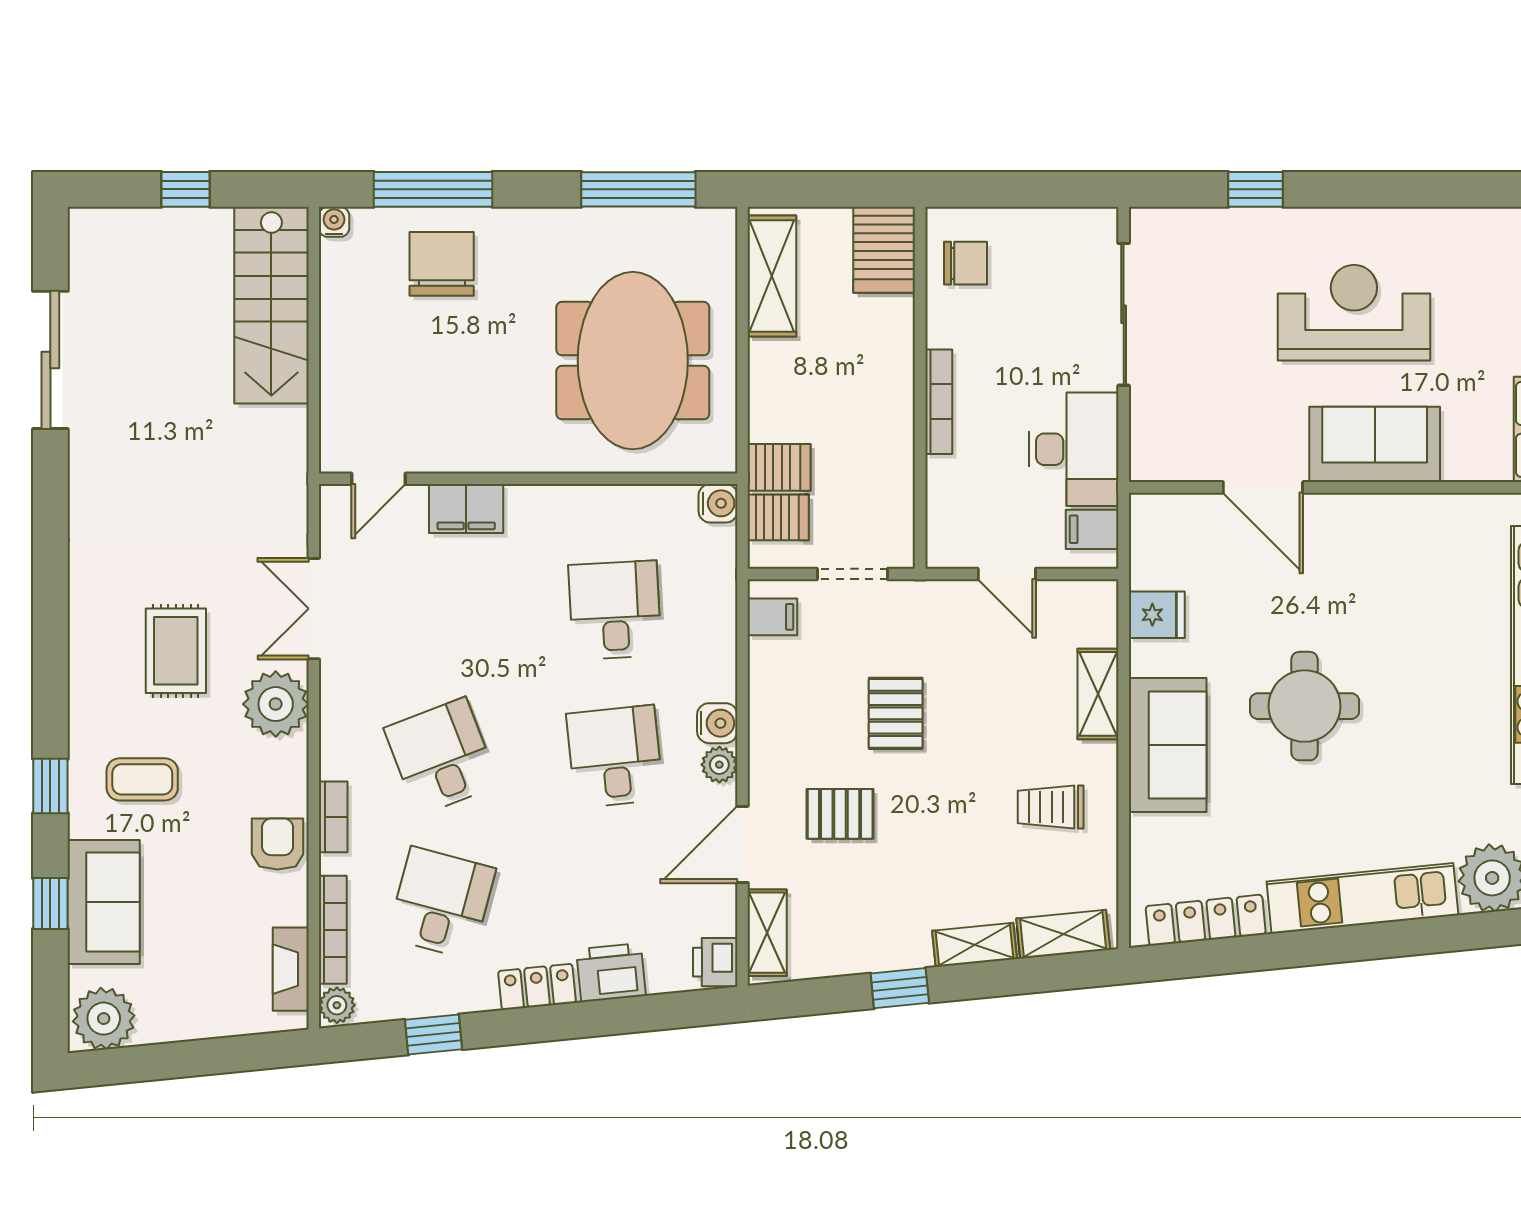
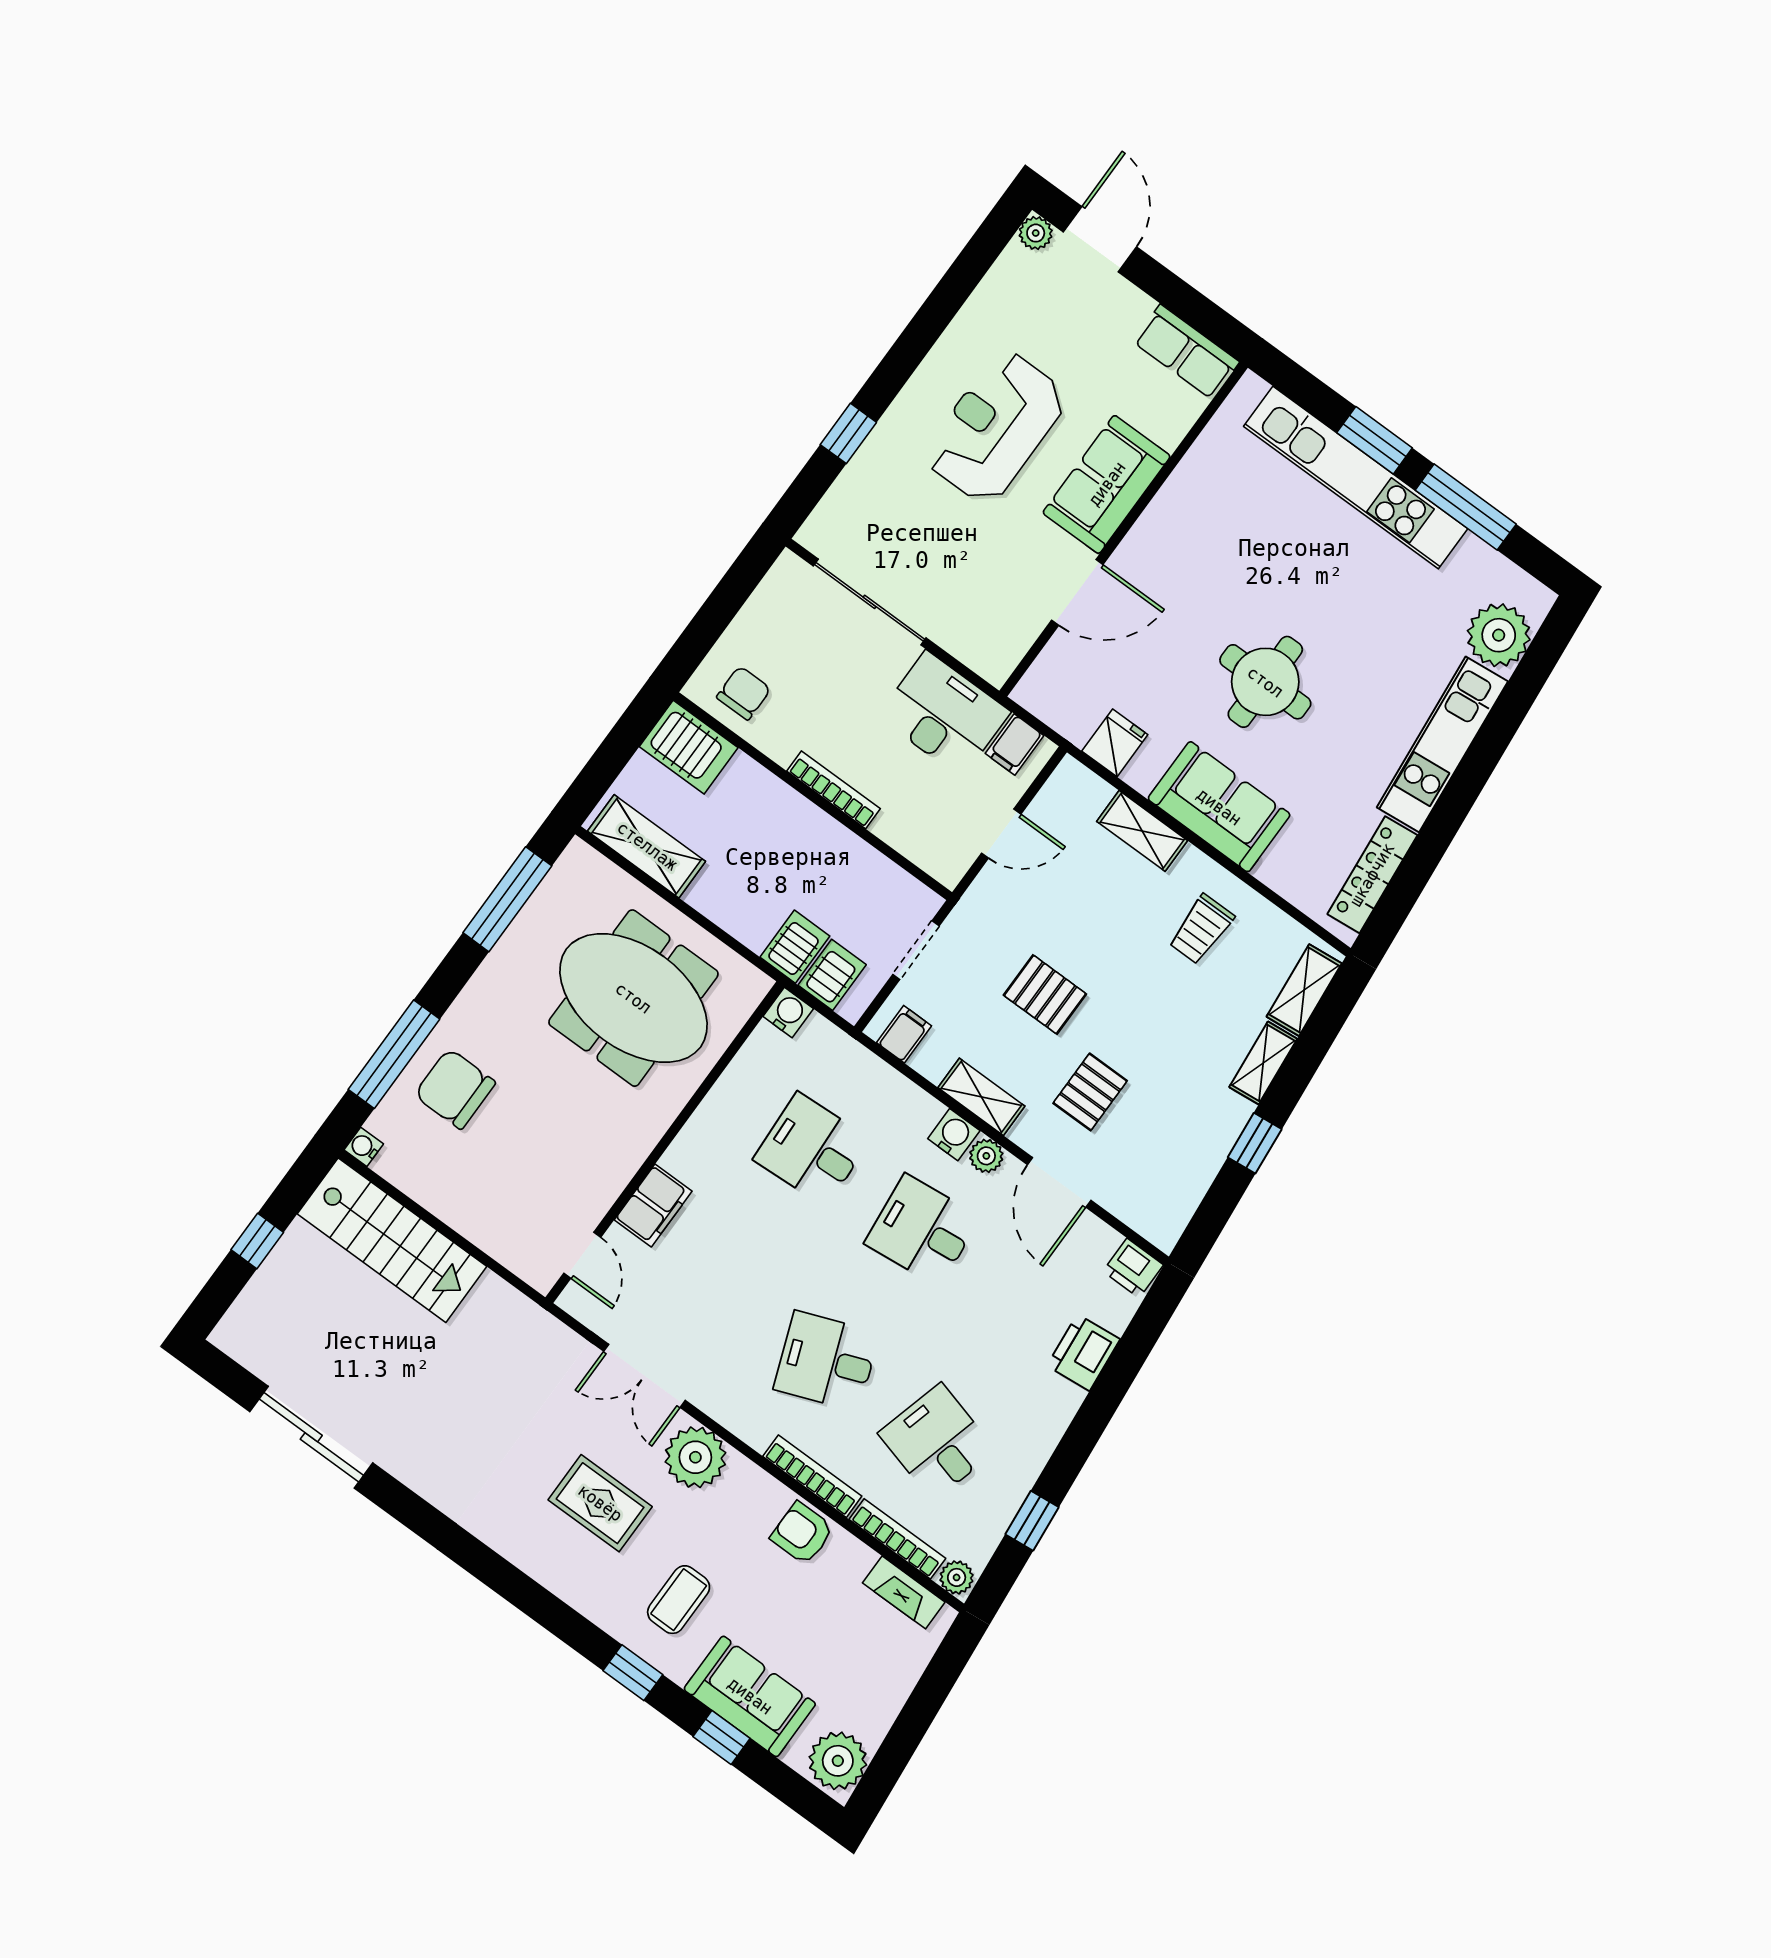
bookcase: (333, 817) -> (812, 1476), width x1.56
shelving: (767, 933) -> (981, 1097), moved
locker: (537, 987) -> (1053, 1416), removed

